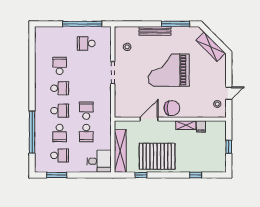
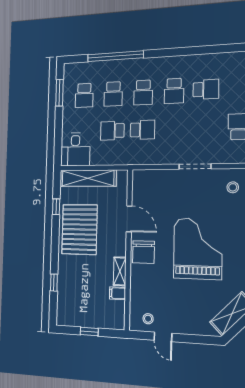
school desk: (60, 133) -> (113, 94), turned -90

